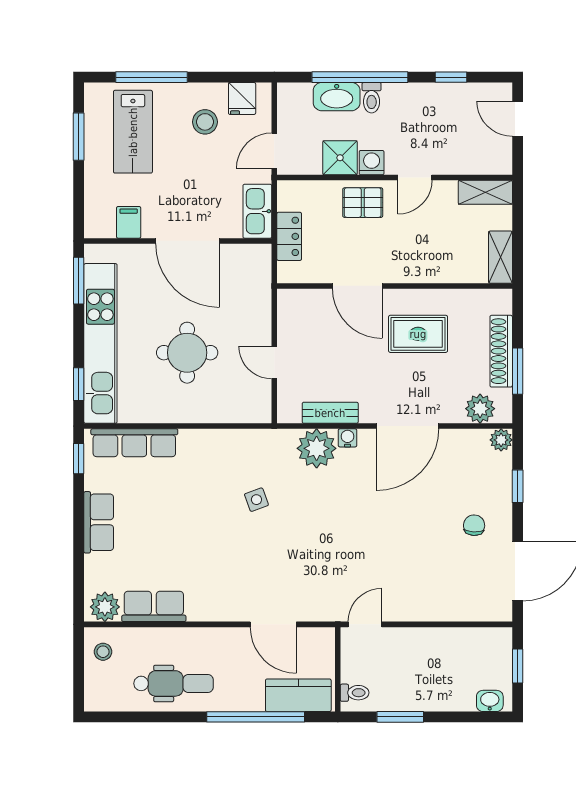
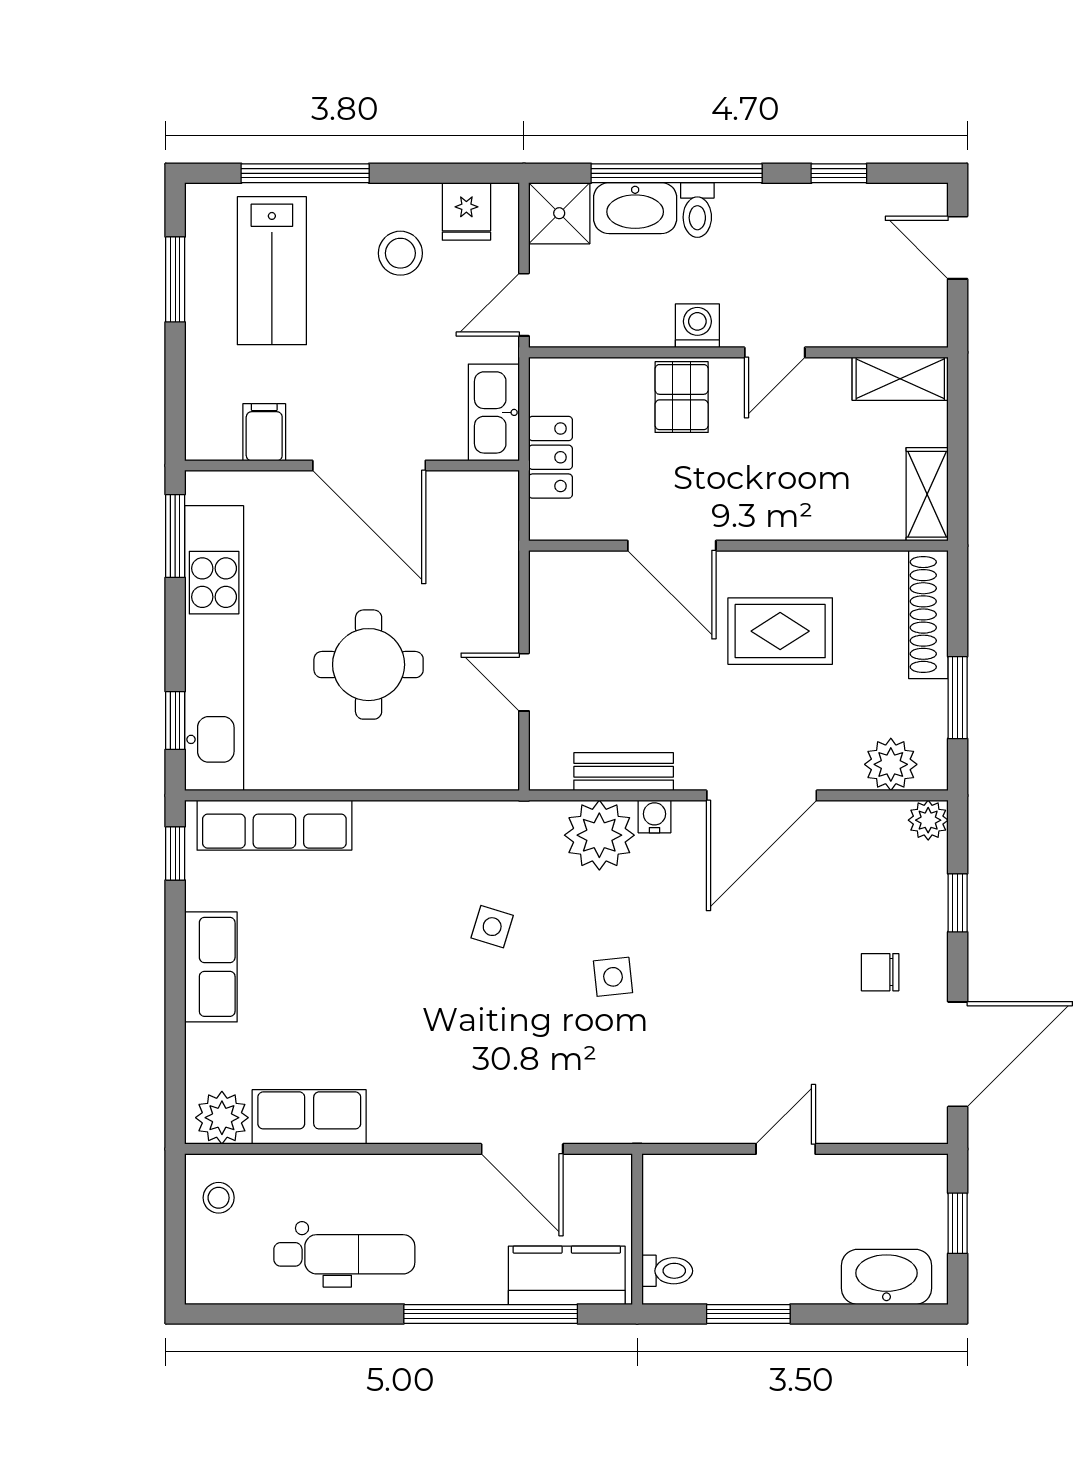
shower: (340, 158) -> (559, 213), moved
pallet: (363, 203) -> (682, 397), turned 90
shoe rack: (501, 351) -> (928, 614), moved
side table: (256, 500) -> (492, 927), turned 37
chair: (474, 525) -> (880, 972), turned -93
side table: (324, 528) -> (613, 977), added
door: (365, 624) -> (786, 1149), moved
washbasin: (490, 701) -> (886, 1277), width x1.91, depth x1.45

